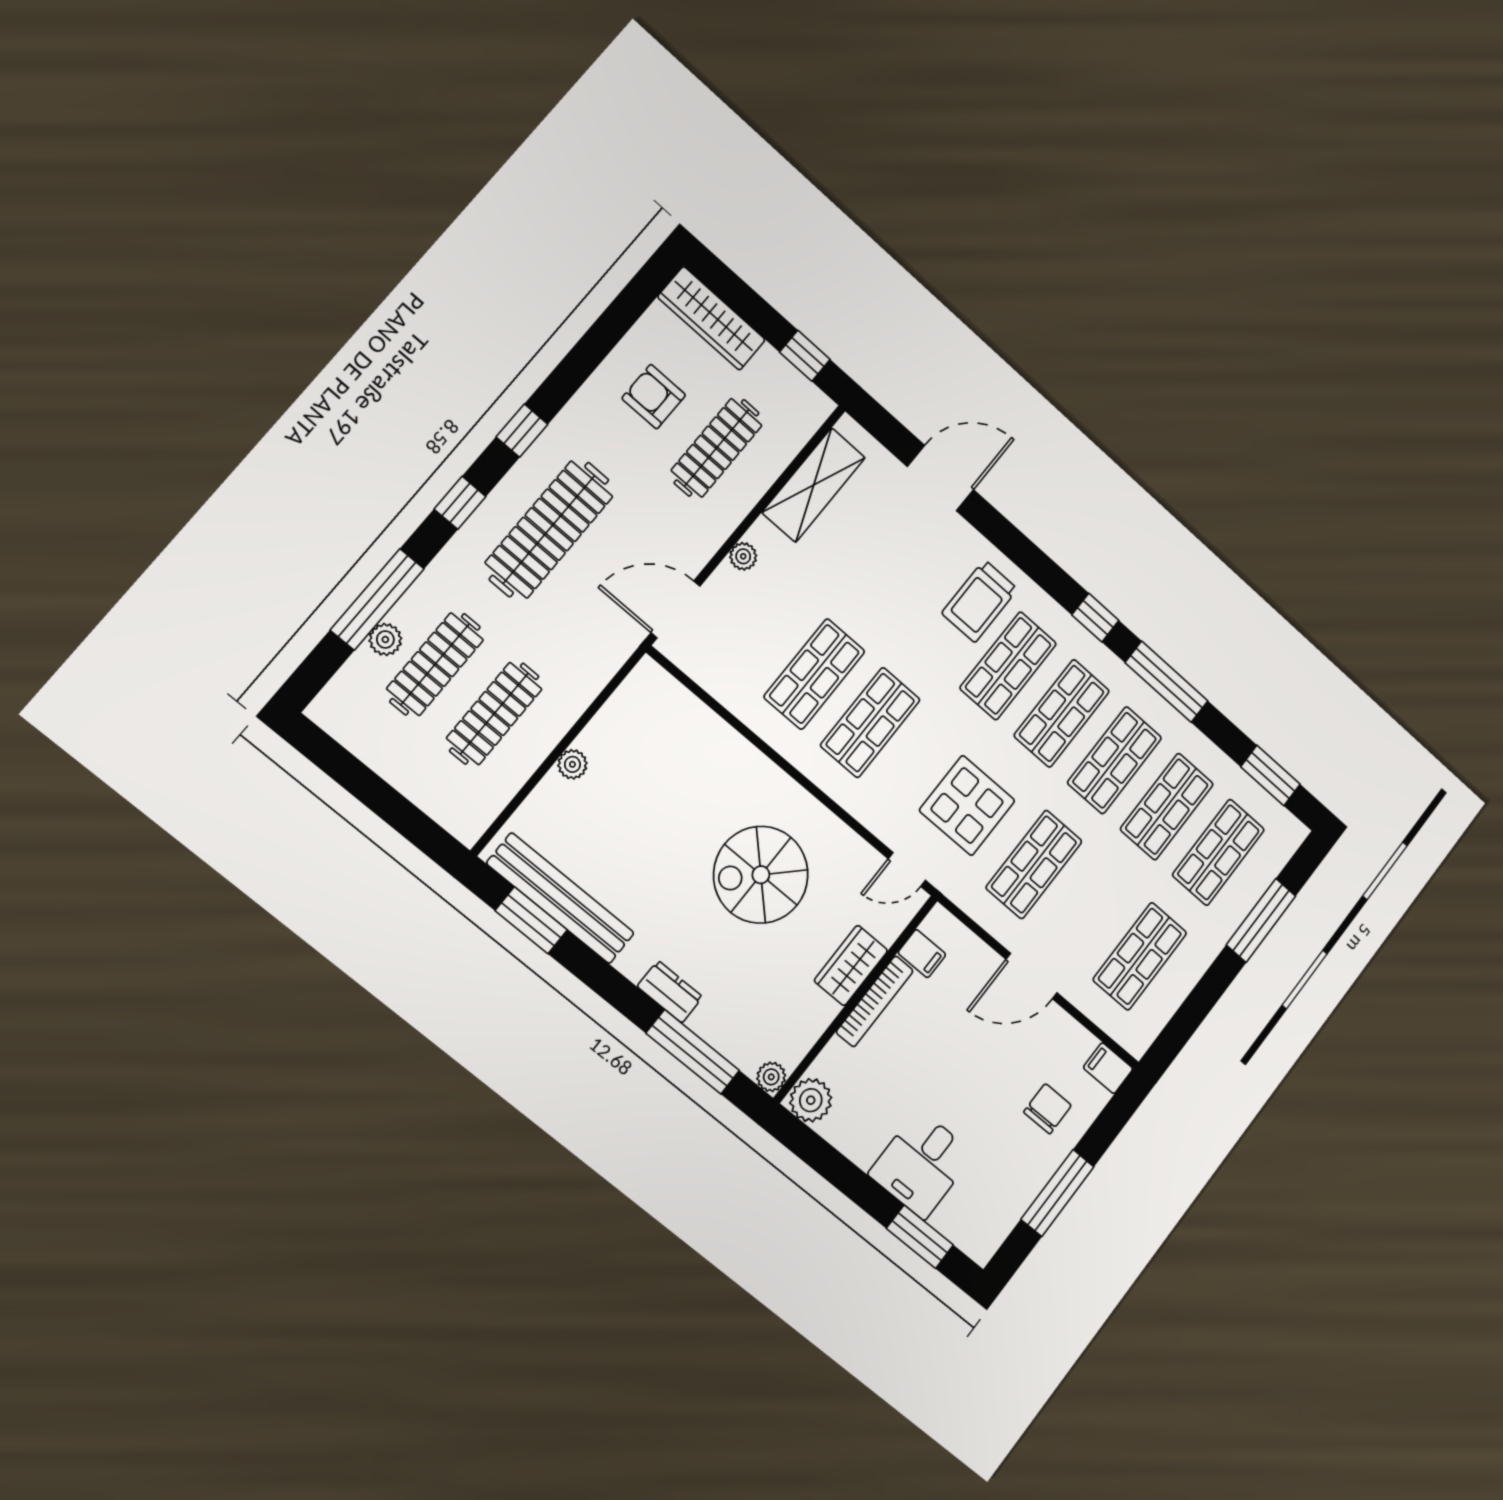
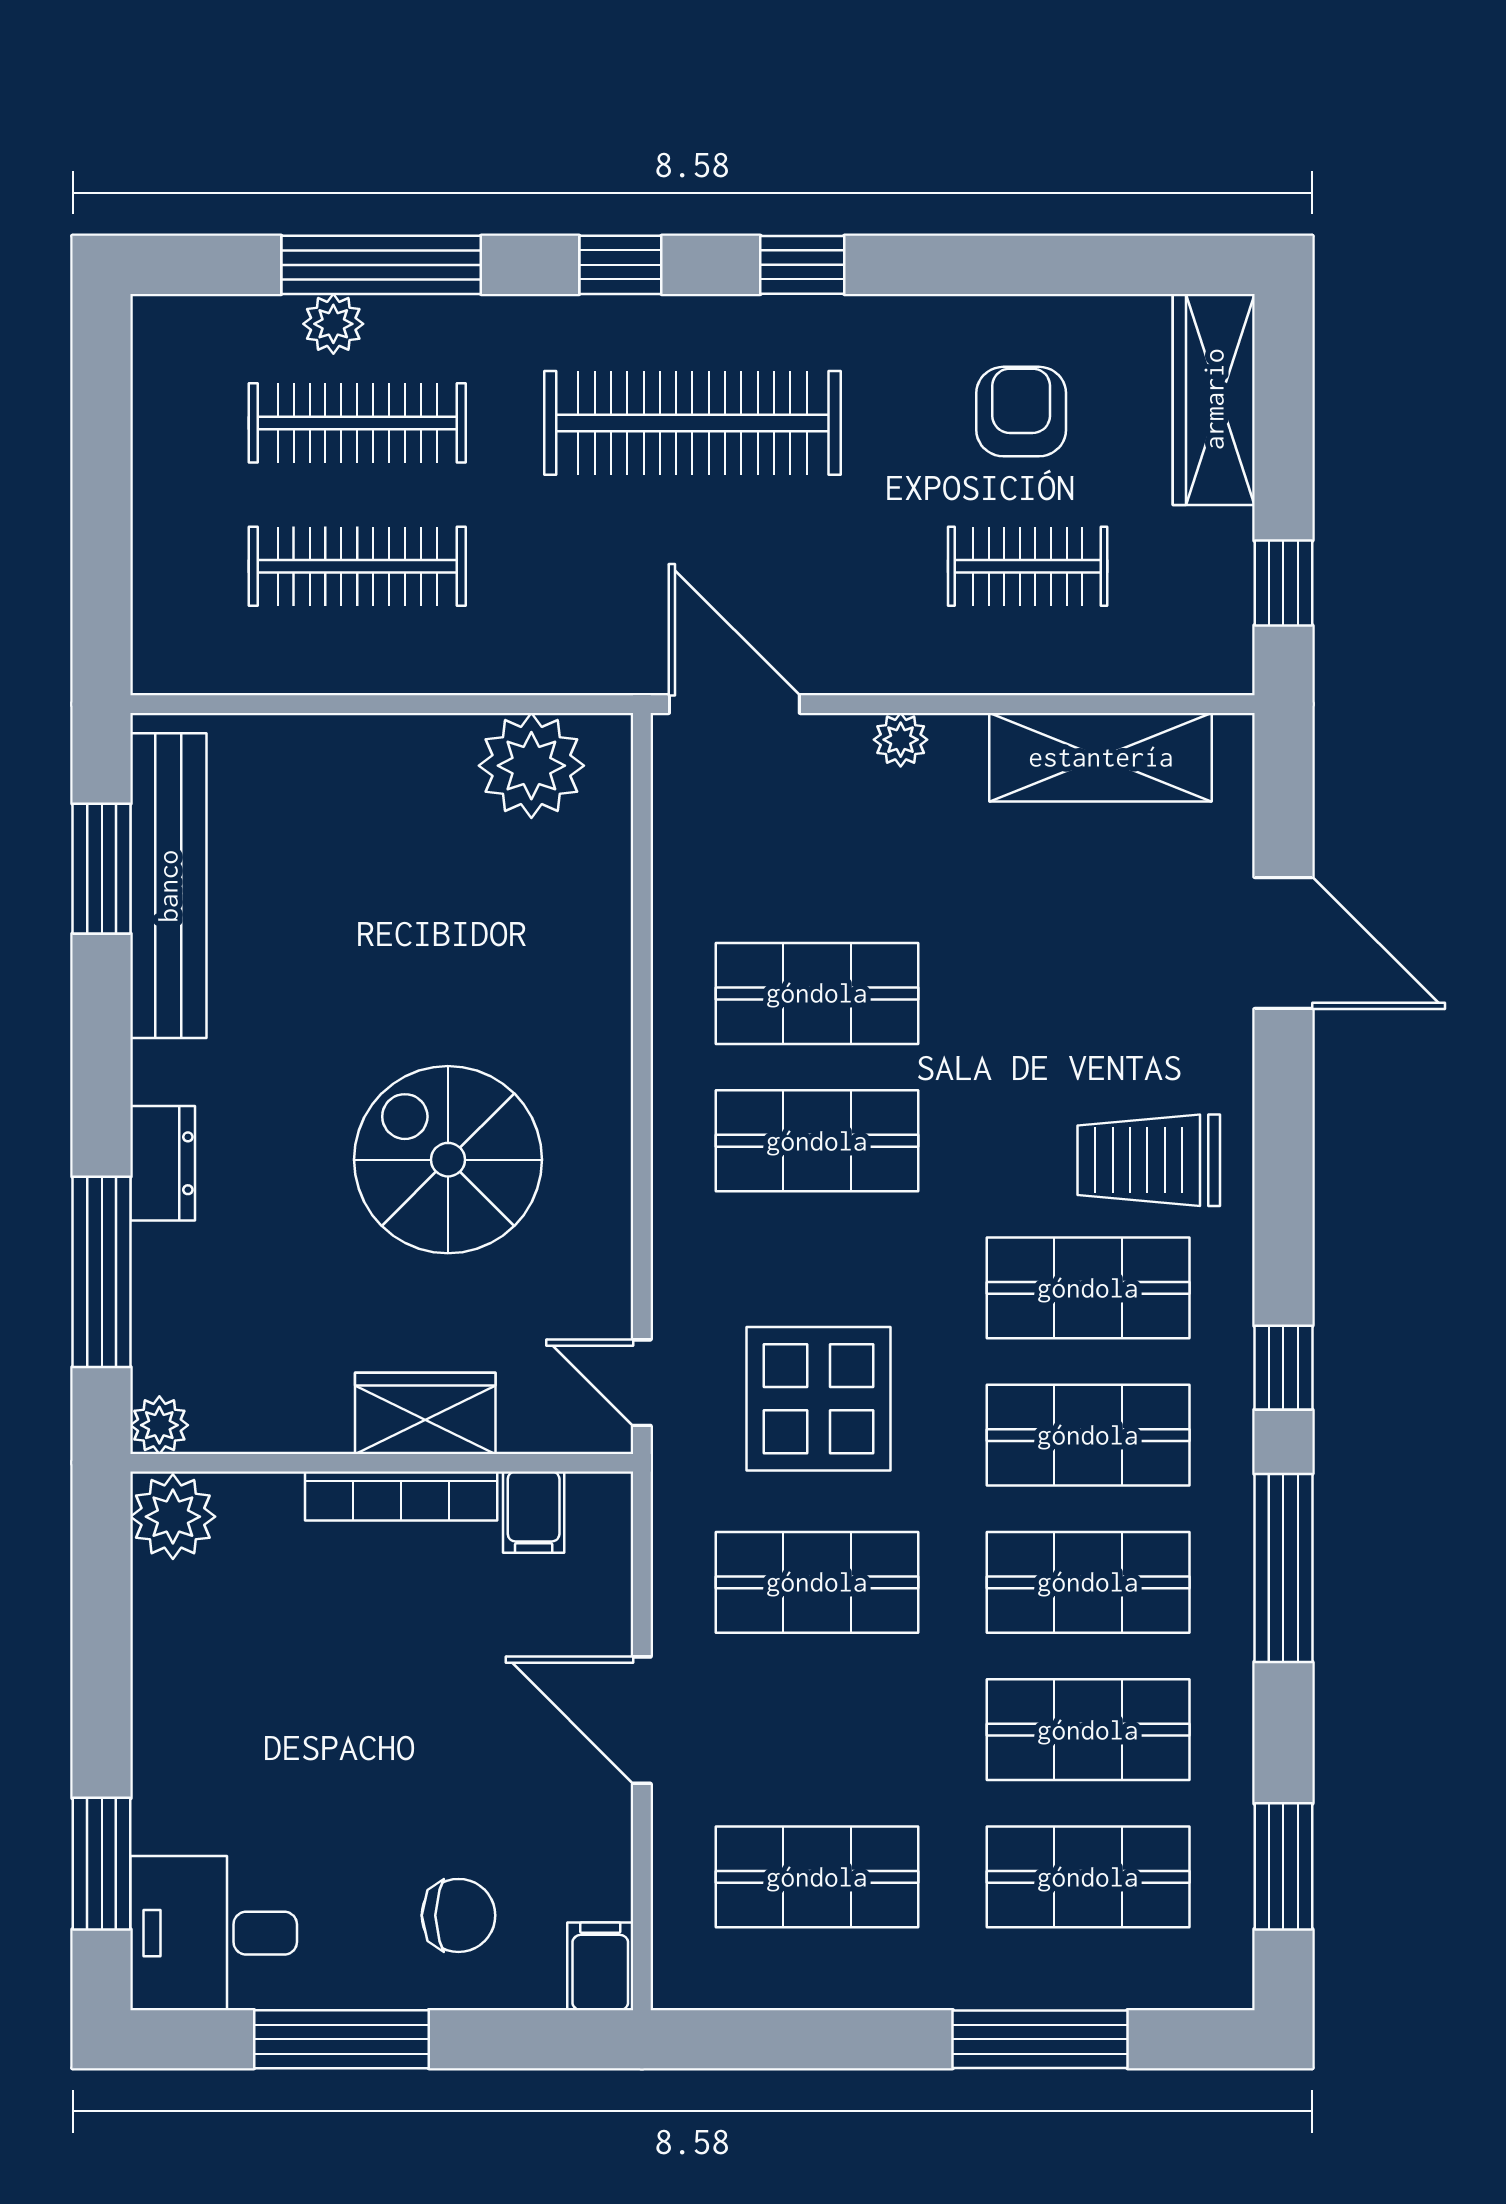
clothes rail: (717, 448) -> (1028, 566), width x0.73
plant: (572, 764) -> (531, 766), moved, width x1.88, depth x1.88
desk: (921, 1164) -> (214, 1933), moved

